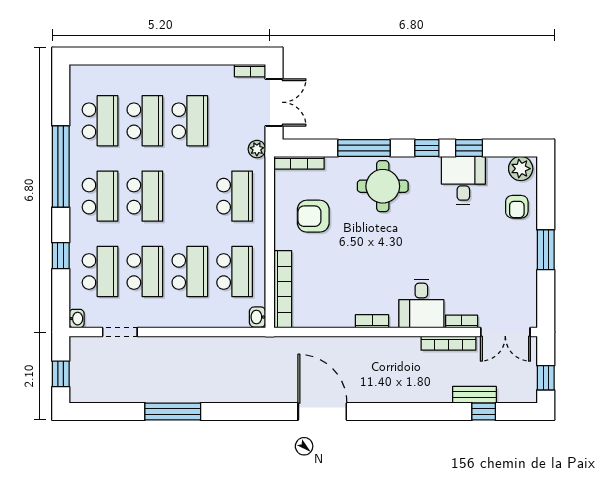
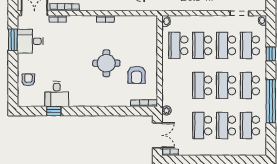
double door: (274, 102) -> (157, 135), swing flipped
window: (364, 148) -> (110, 111), removed
window: (427, 148) -> (76, 111), removed
plant: (521, 169) -> (26, 100), removed
round table: (383, 186) -> (106, 63), moved
school desk: (235, 196) -> (202, 85), moved
armchair: (313, 216) -> (137, 75), turned 90
window: (546, 250) -> (13, 40), moved
bookcase: (283, 289) -> (153, 36), removed
desk: (421, 304) -> (30, 41), moved, turned -90

